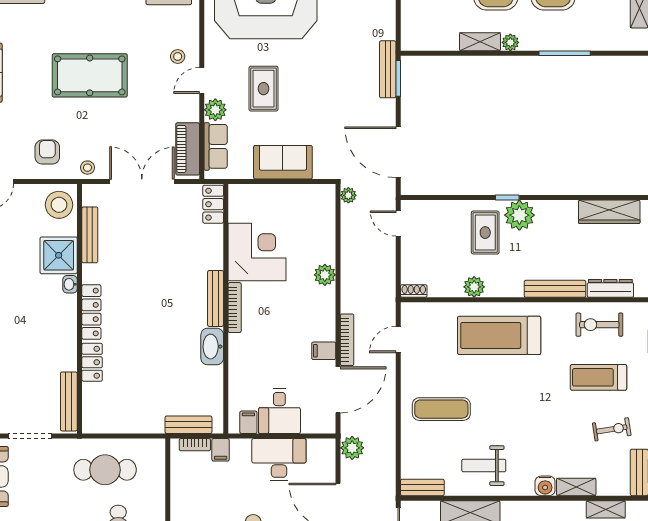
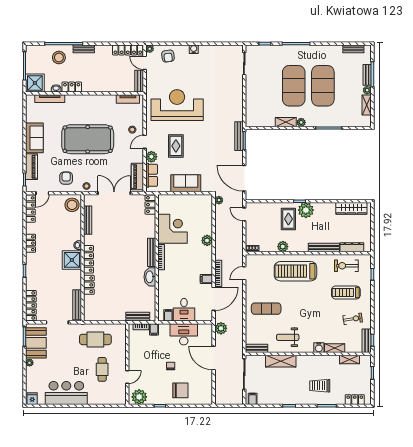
pool table: (90, 75) -> (88, 139), width x1.36, depth x1.32
shower: (59, 255) -> (72, 260), moved

